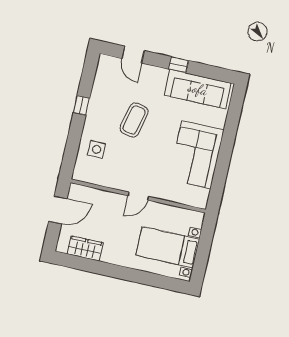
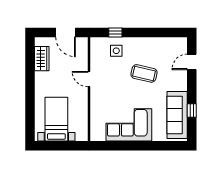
window: (179, 65) -> (192, 111), moved
window: (81, 105) -> (115, 32), moved
door: (138, 196) -> (89, 79), moved

